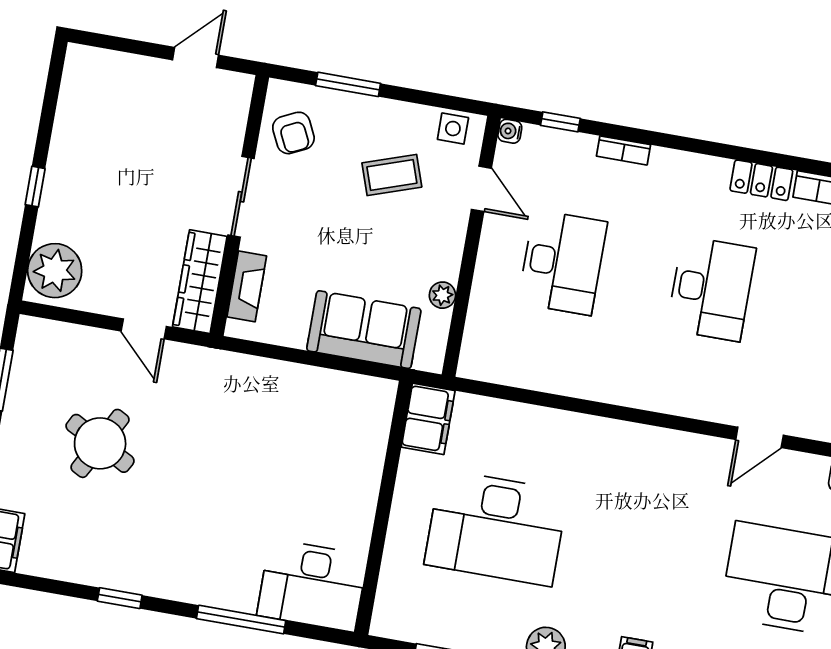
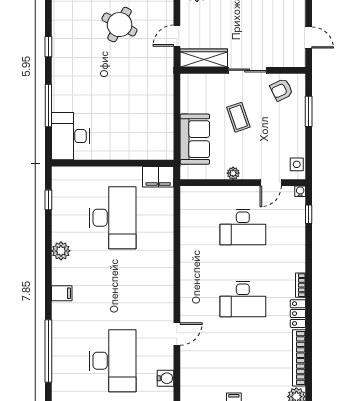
bookcase: (624, 150) -> (301, 285), moved
coffee table: (392, 175) -> (238, 117), moved
fireplace: (247, 286) -> (205, 81), removed
plant: (442, 295) -> (233, 173), moved
door: (760, 437) -> (177, 334), swing flipped
desk: (496, 528) -> (113, 218), turned 180

